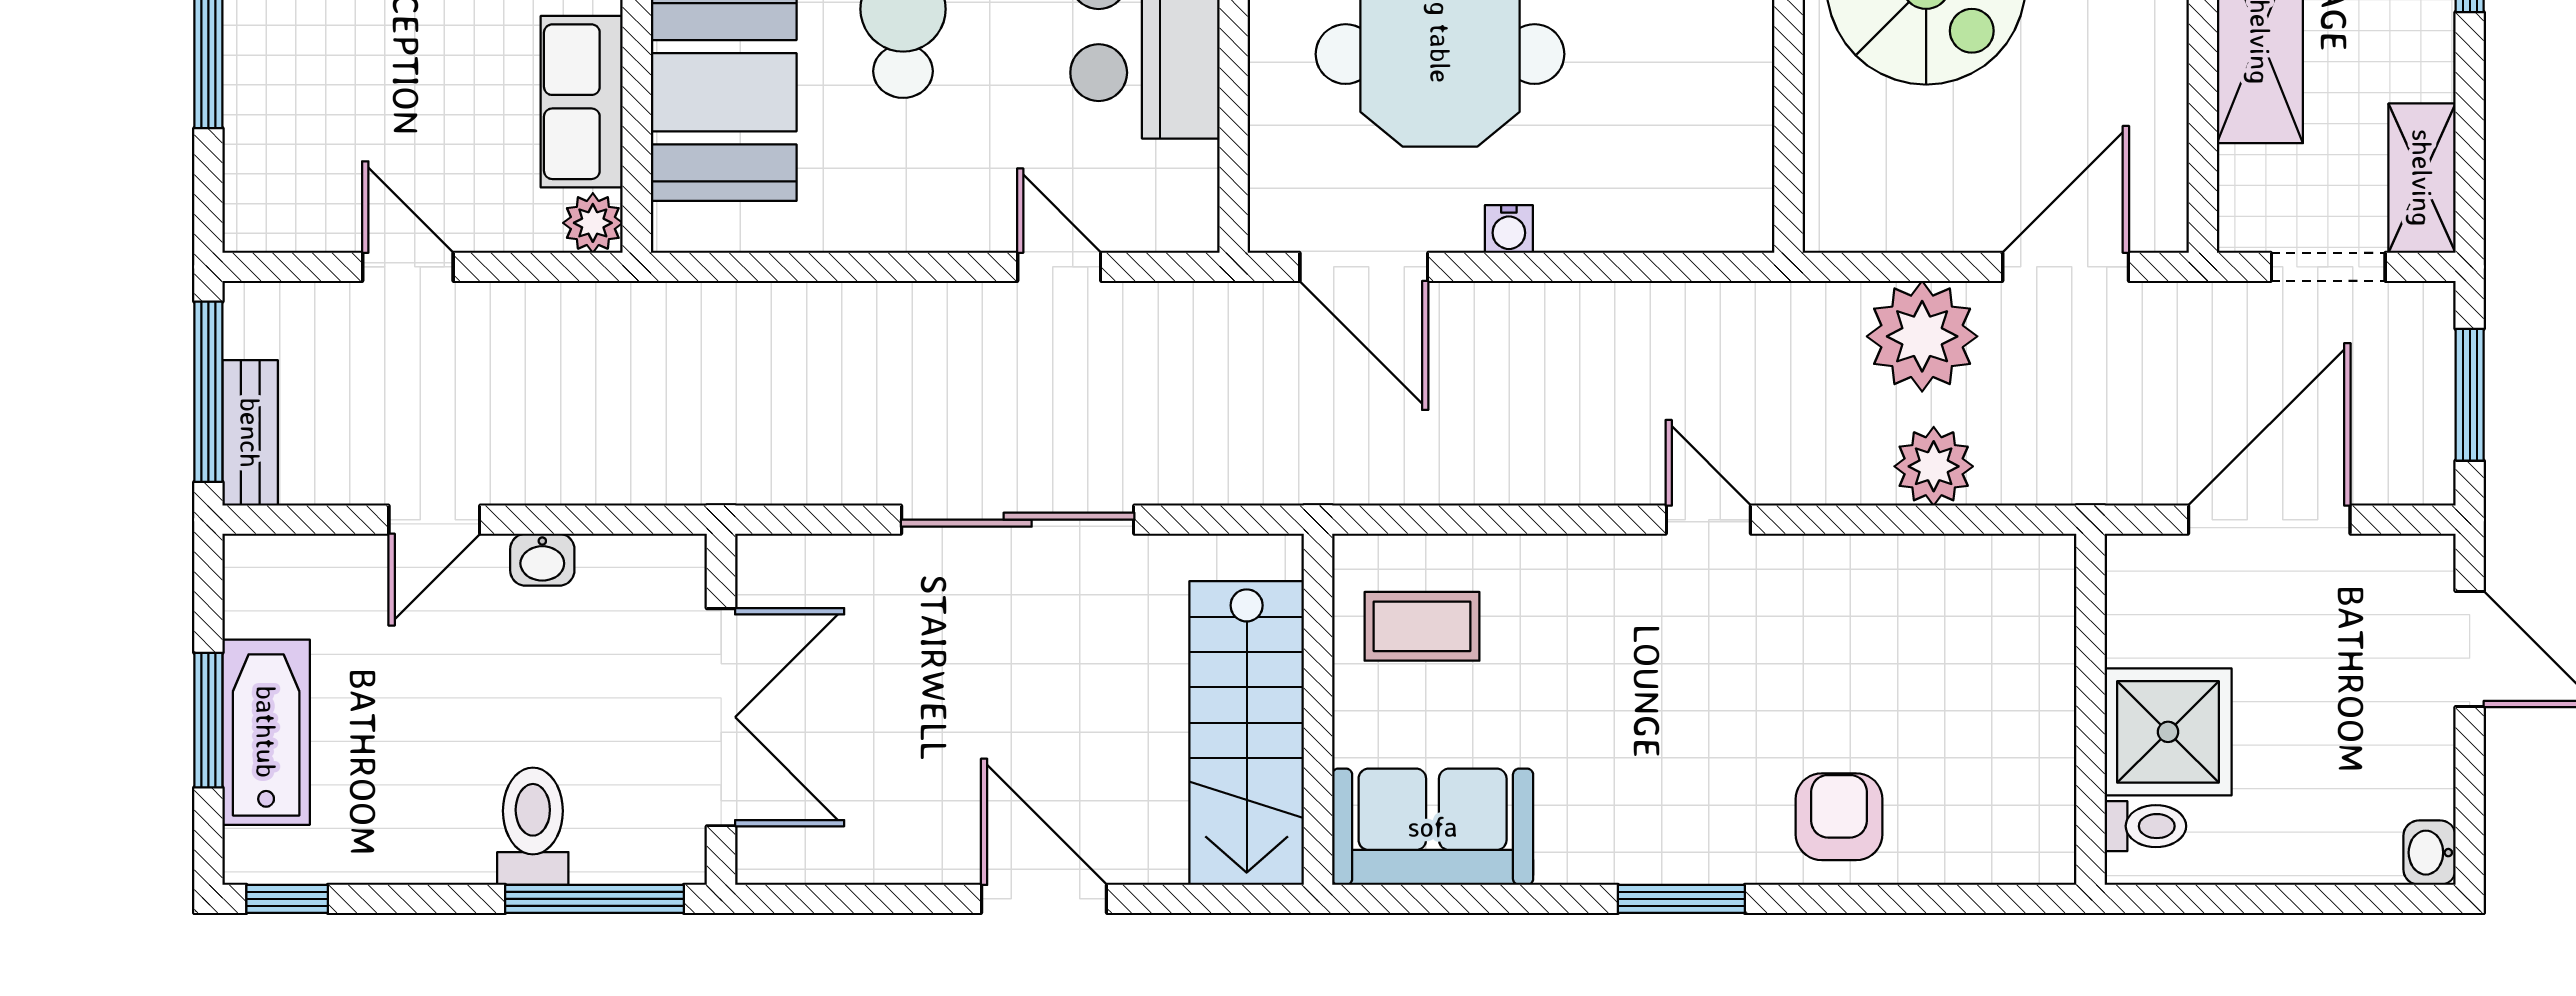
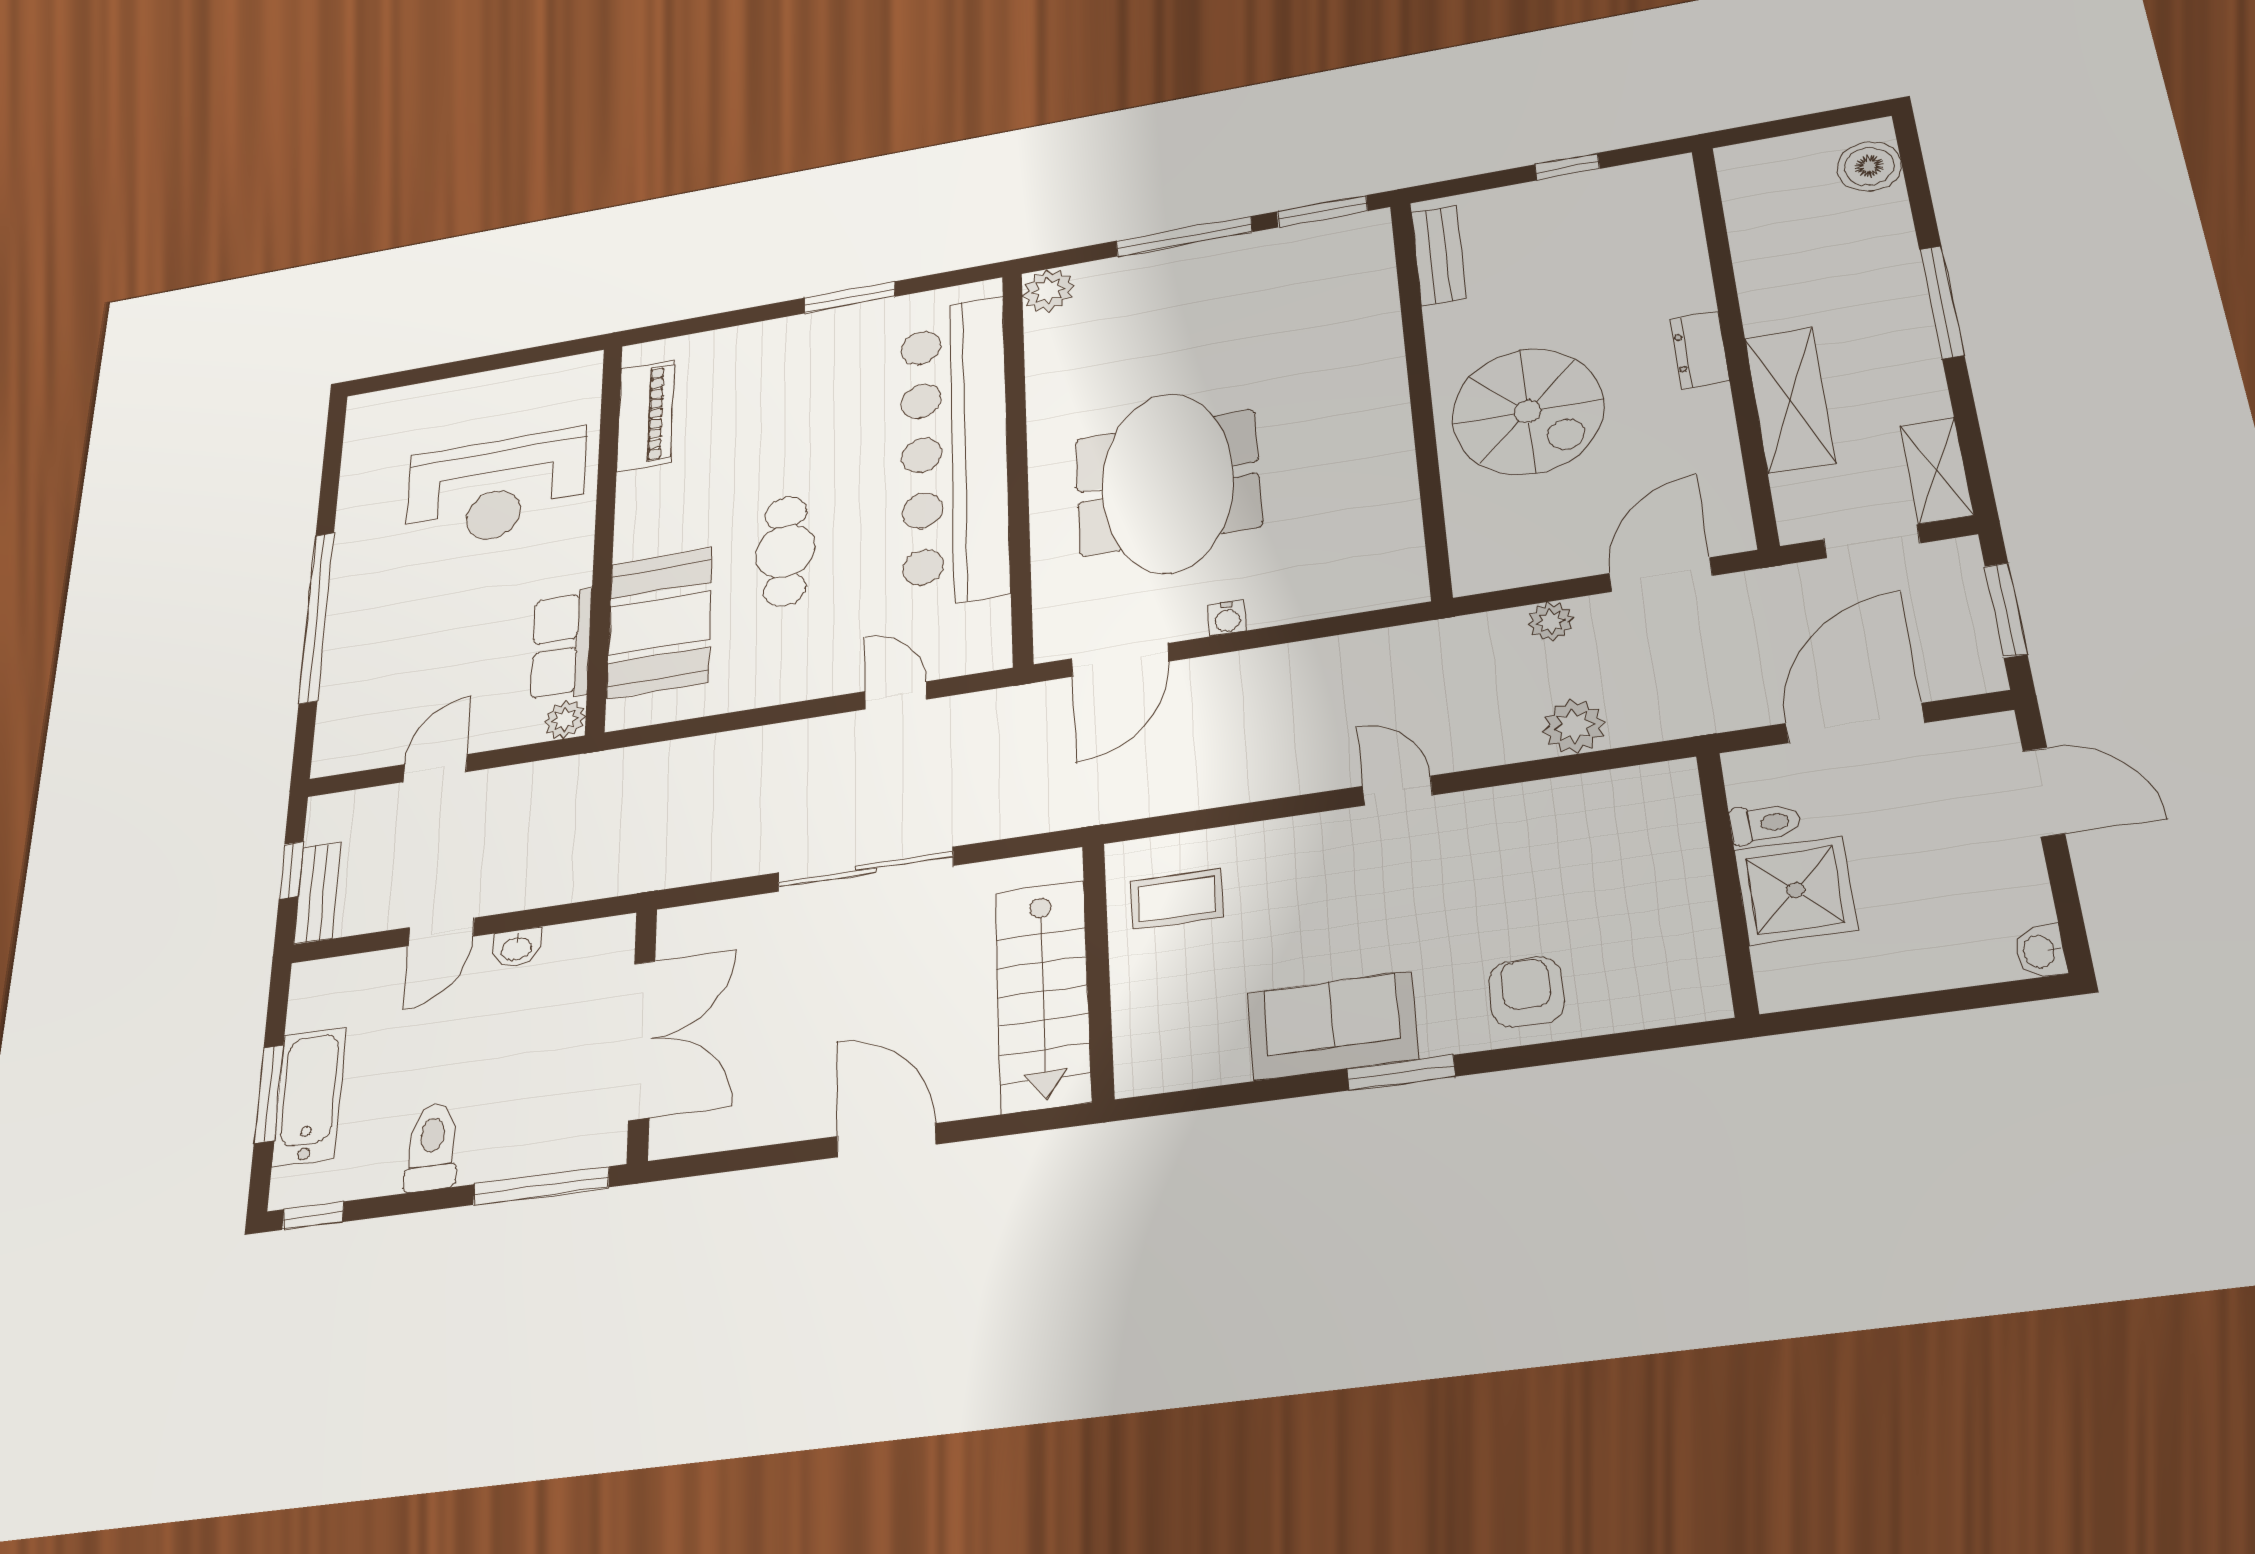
door: (408, 267) -> (435, 768), hinge flipped
door: (1364, 267) -> (1120, 660), hinge flipped
plant: (1922, 336) -> (1551, 622), width x0.53, depth x0.53
window: (208, 392) -> (291, 870), width x0.46
toilet: (533, 826) -> (432, 1147), moved
toilet: (2145, 826) -> (1765, 823), moved
sofa: (1433, 827) -> (1333, 1026), moved

